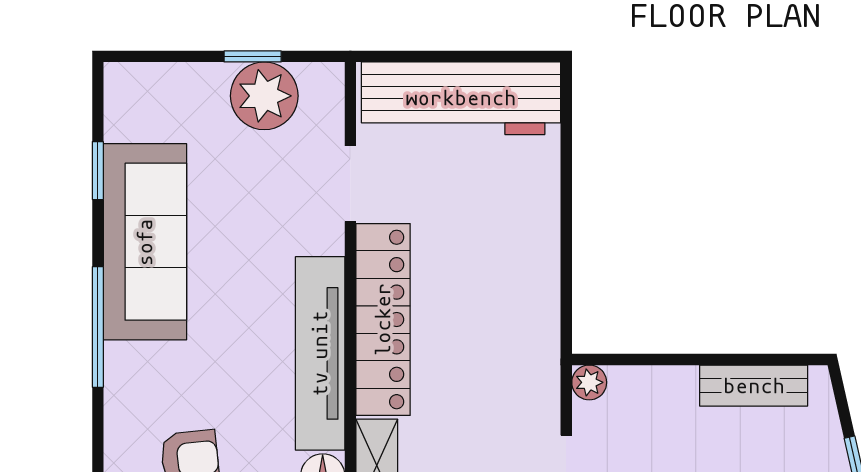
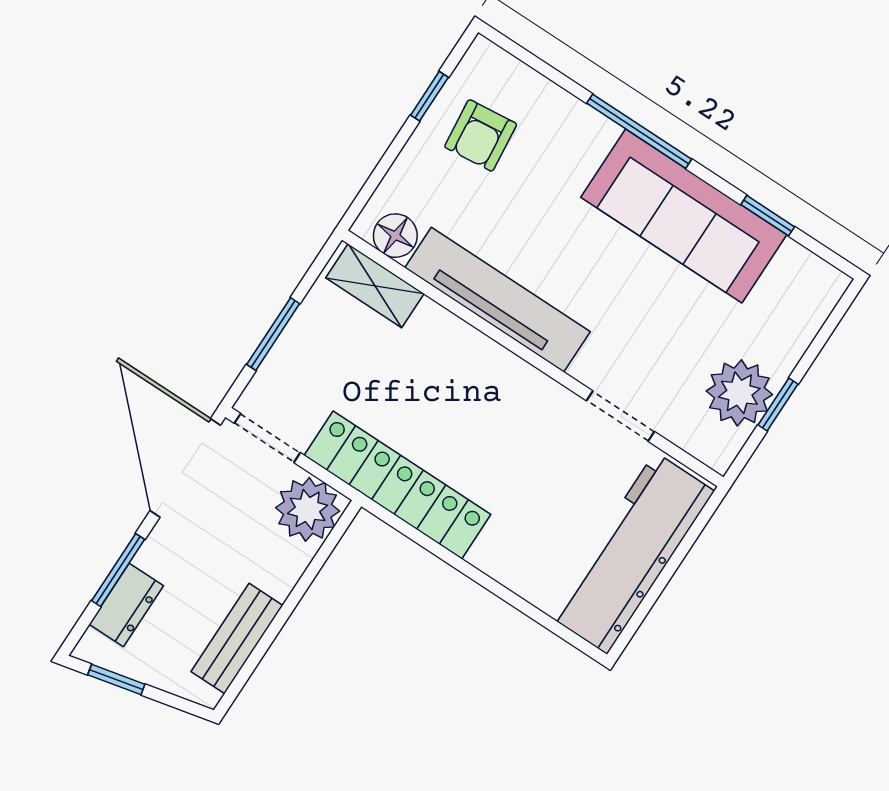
locker: (383, 319) -> (397, 485), moved, turned 180
plant: (589, 382) -> (308, 509), width x1.88, depth x1.88

